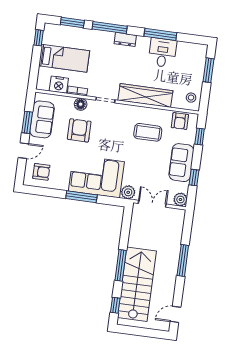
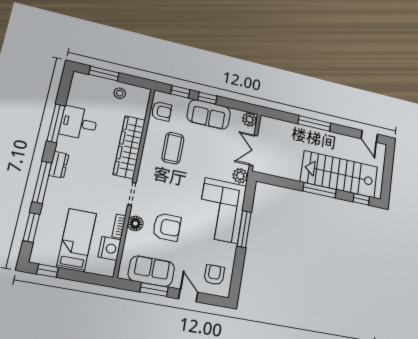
stool: (191, 98) -> (120, 93), moved
armchair: (79, 130) -> (167, 227), turned 180
window: (194, 177) -> (207, 98), moved

